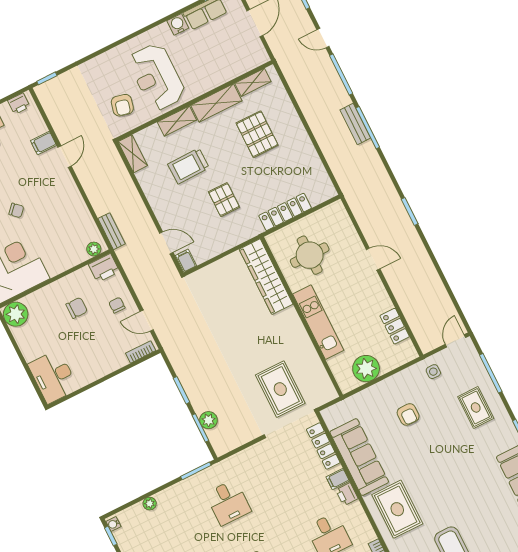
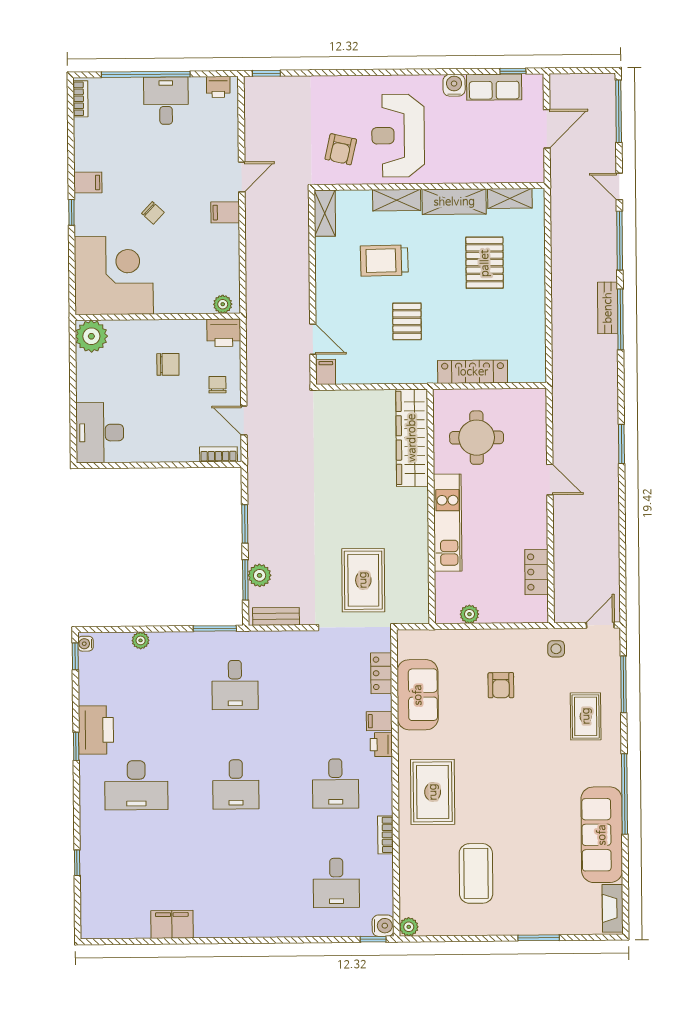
filing cabinet: (43, 143) -> (225, 212), moved
bench: (112, 231) -> (276, 616), moved, turned 90
plant: (366, 369) -> (469, 614), width x0.53, depth x0.53
locker: (323, 446) -> (381, 673), width x0.66
sofa: (359, 457) -> (418, 695), width x0.73

